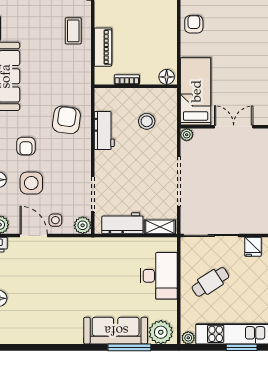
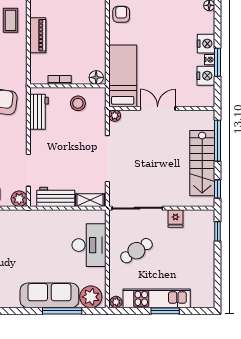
floor lamp: (167, 77) -> (96, 77), moved
bookcase: (127, 80) -> (60, 80), moved
wall: (136, 86) -> (68, 86), moved

